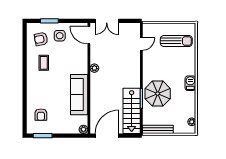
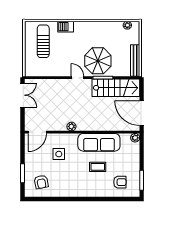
double door: (107, 21) -> (22, 95), moved
side table: (60, 36) -> (59, 154), moved
door: (141, 44) -> (77, 78), moved
coffee table: (44, 63) -> (98, 167), moved
barbecue: (190, 83) -> (66, 27), moved

